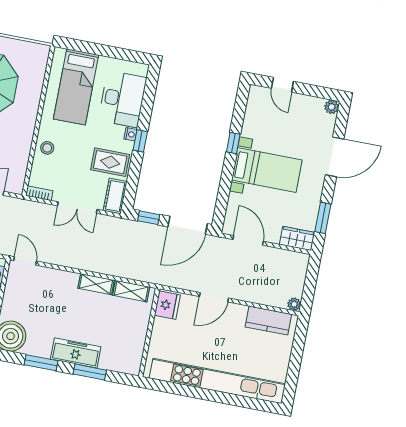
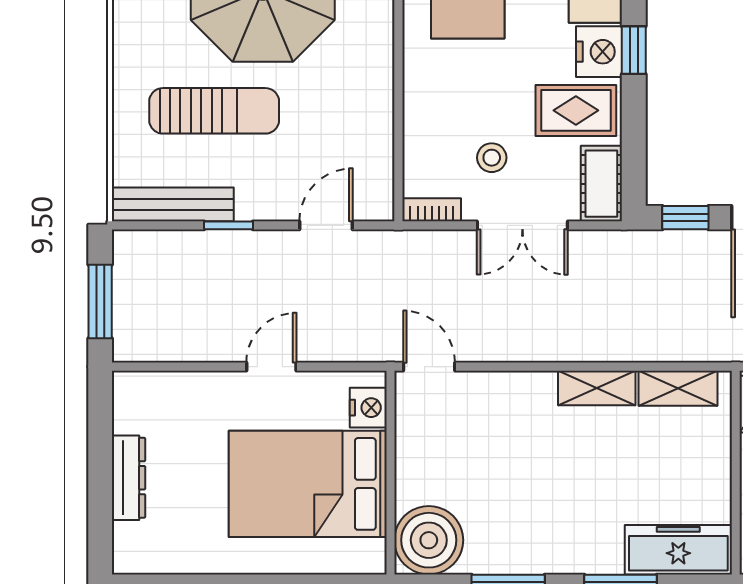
nightstand: (130, 134) -> (599, 52), width x1.89, depth x1.79
stool: (47, 148) -> (492, 158), moved
freezer: (76, 353) -> (678, 550), moved

